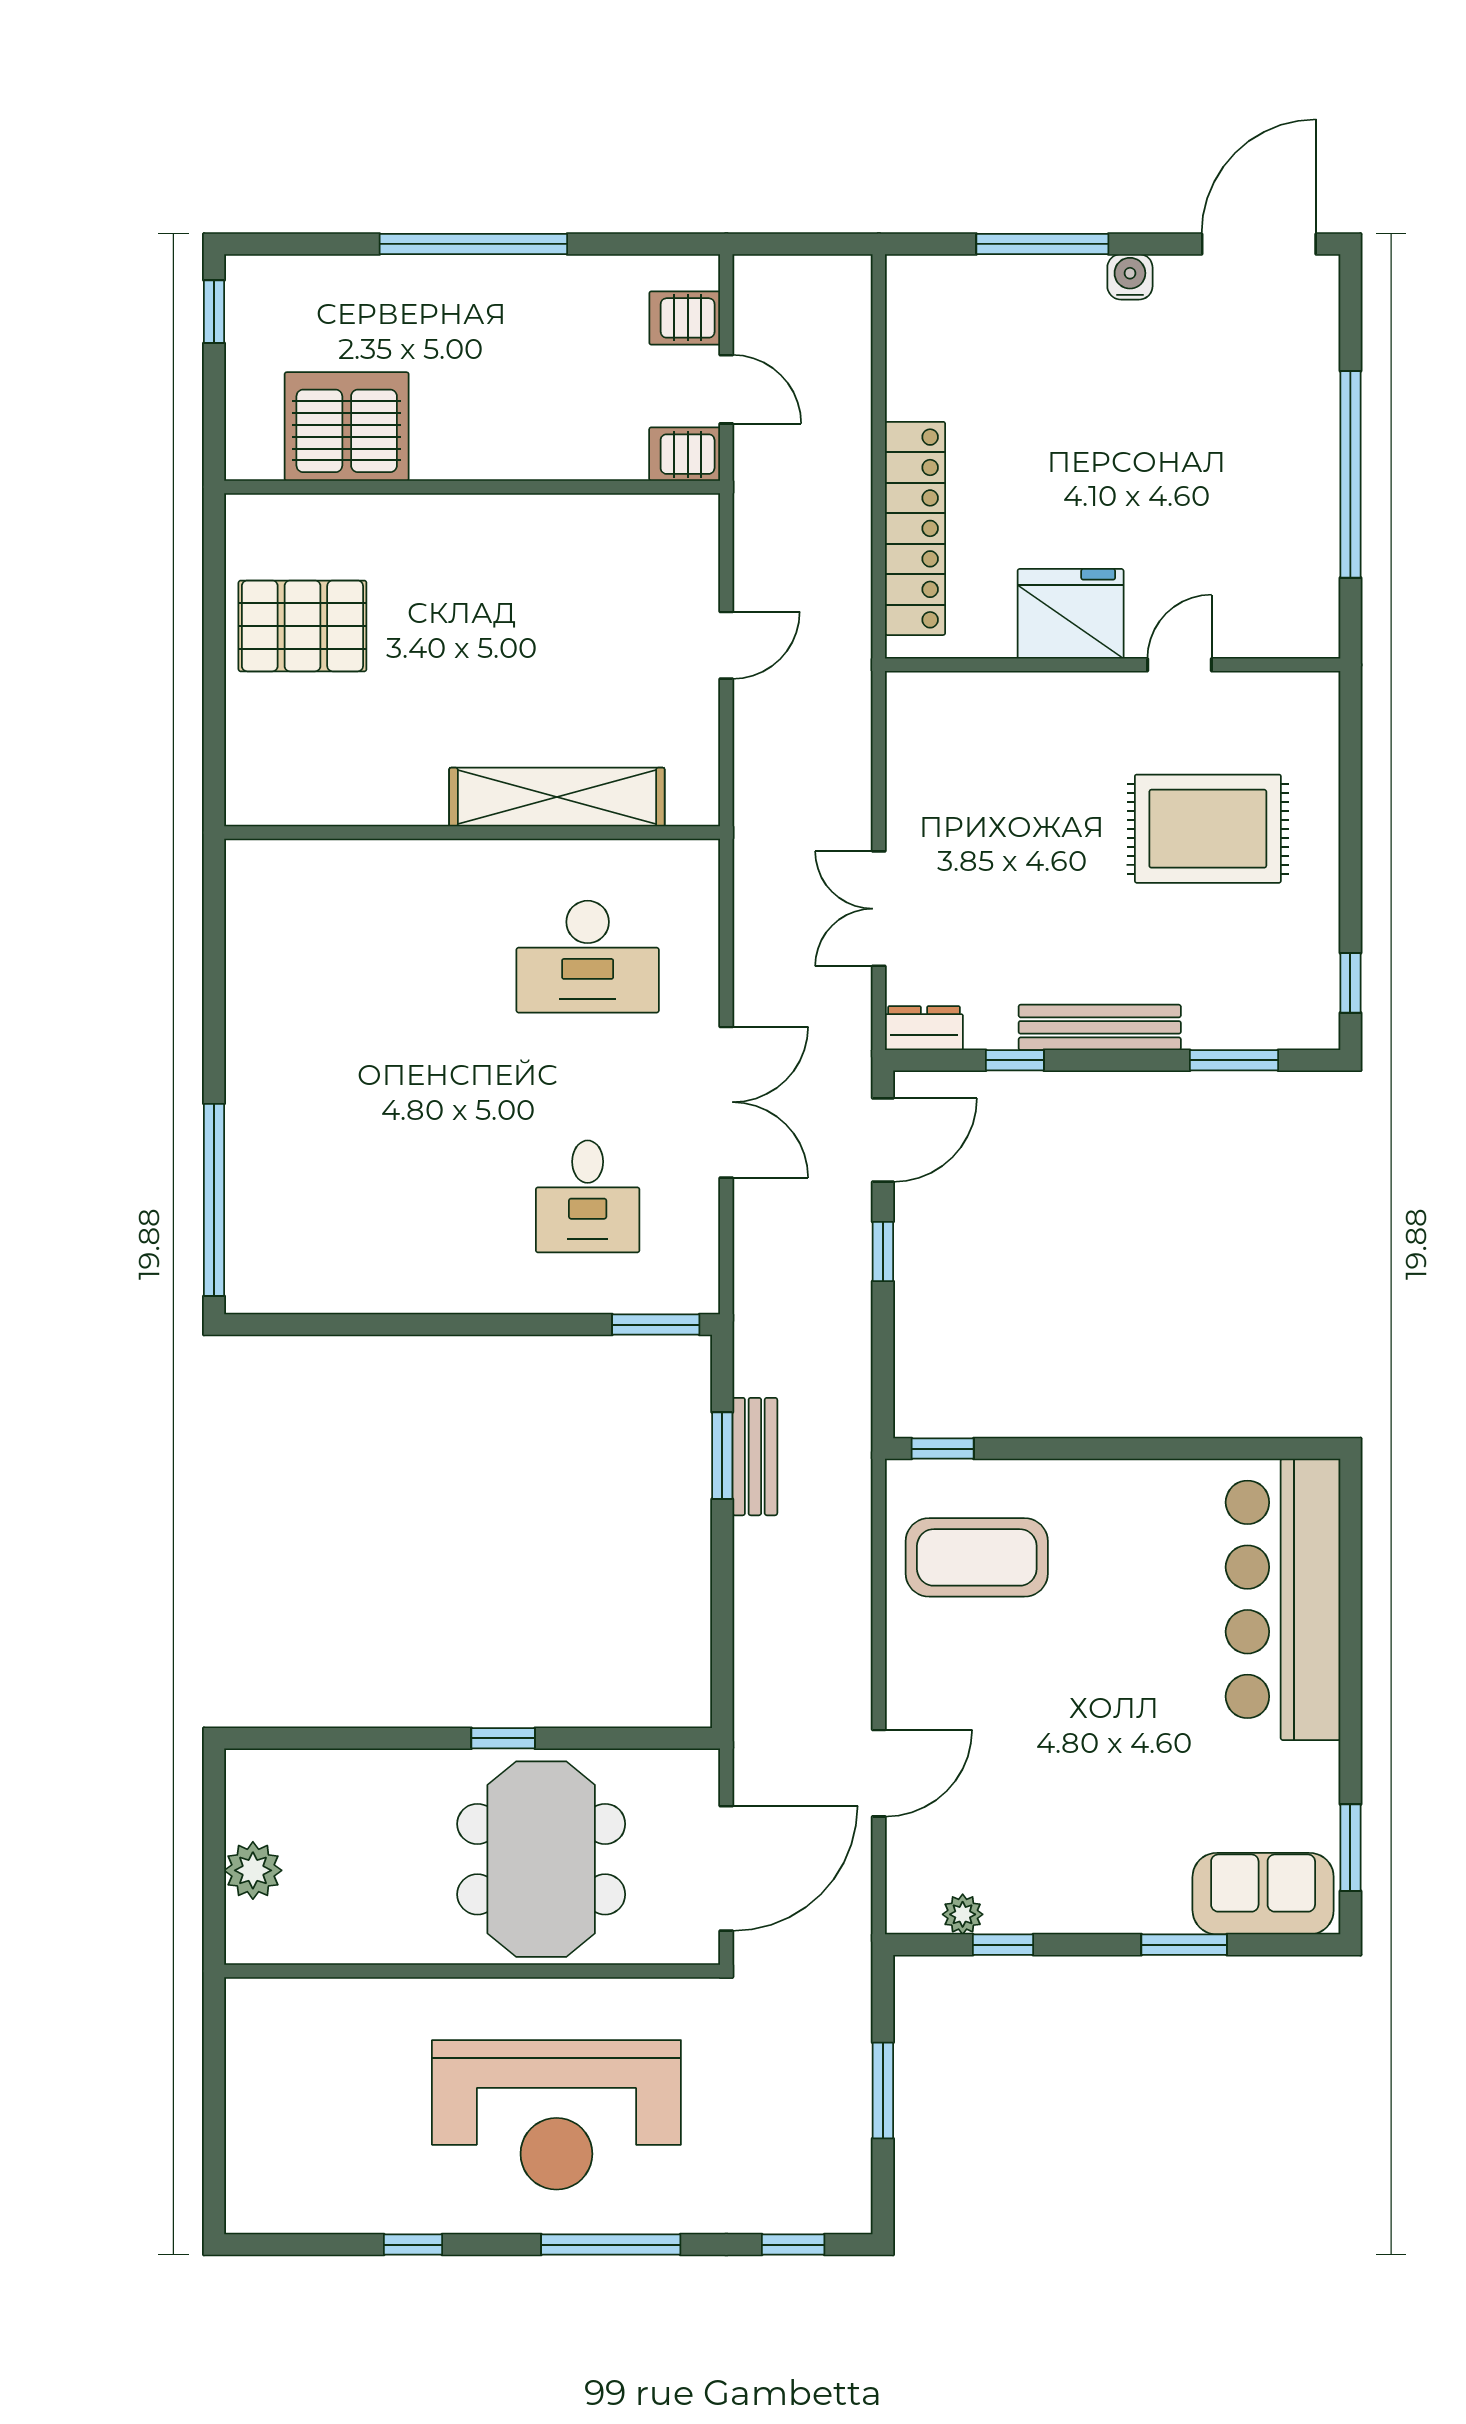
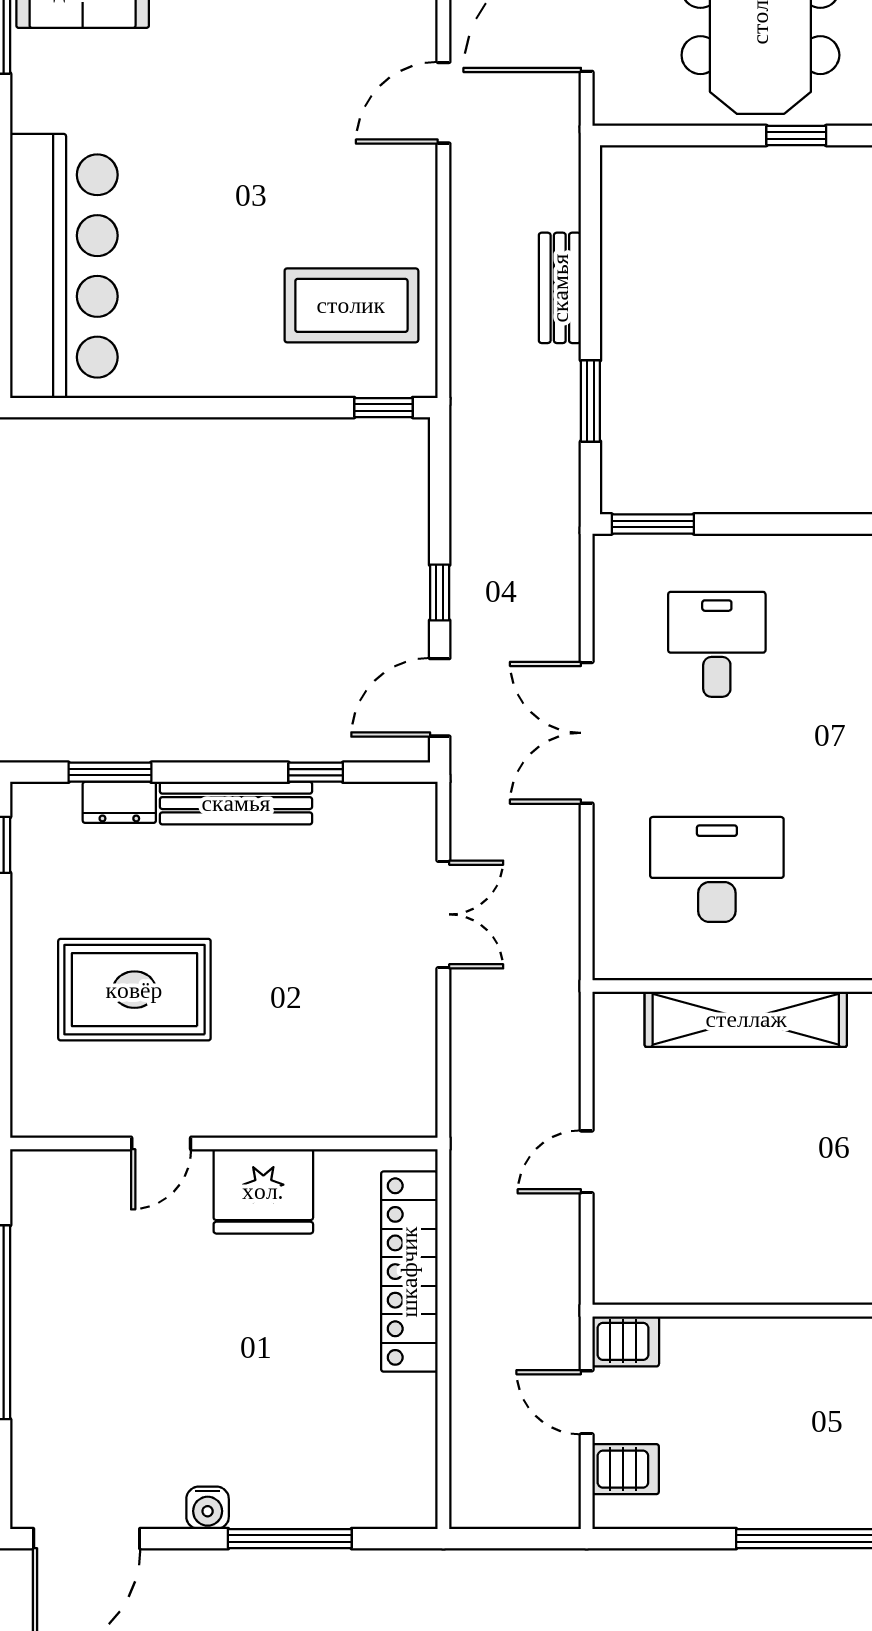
dresser: (924, 1028) -> (119, 802), moved
bench: (755, 1457) -> (560, 288), moved

